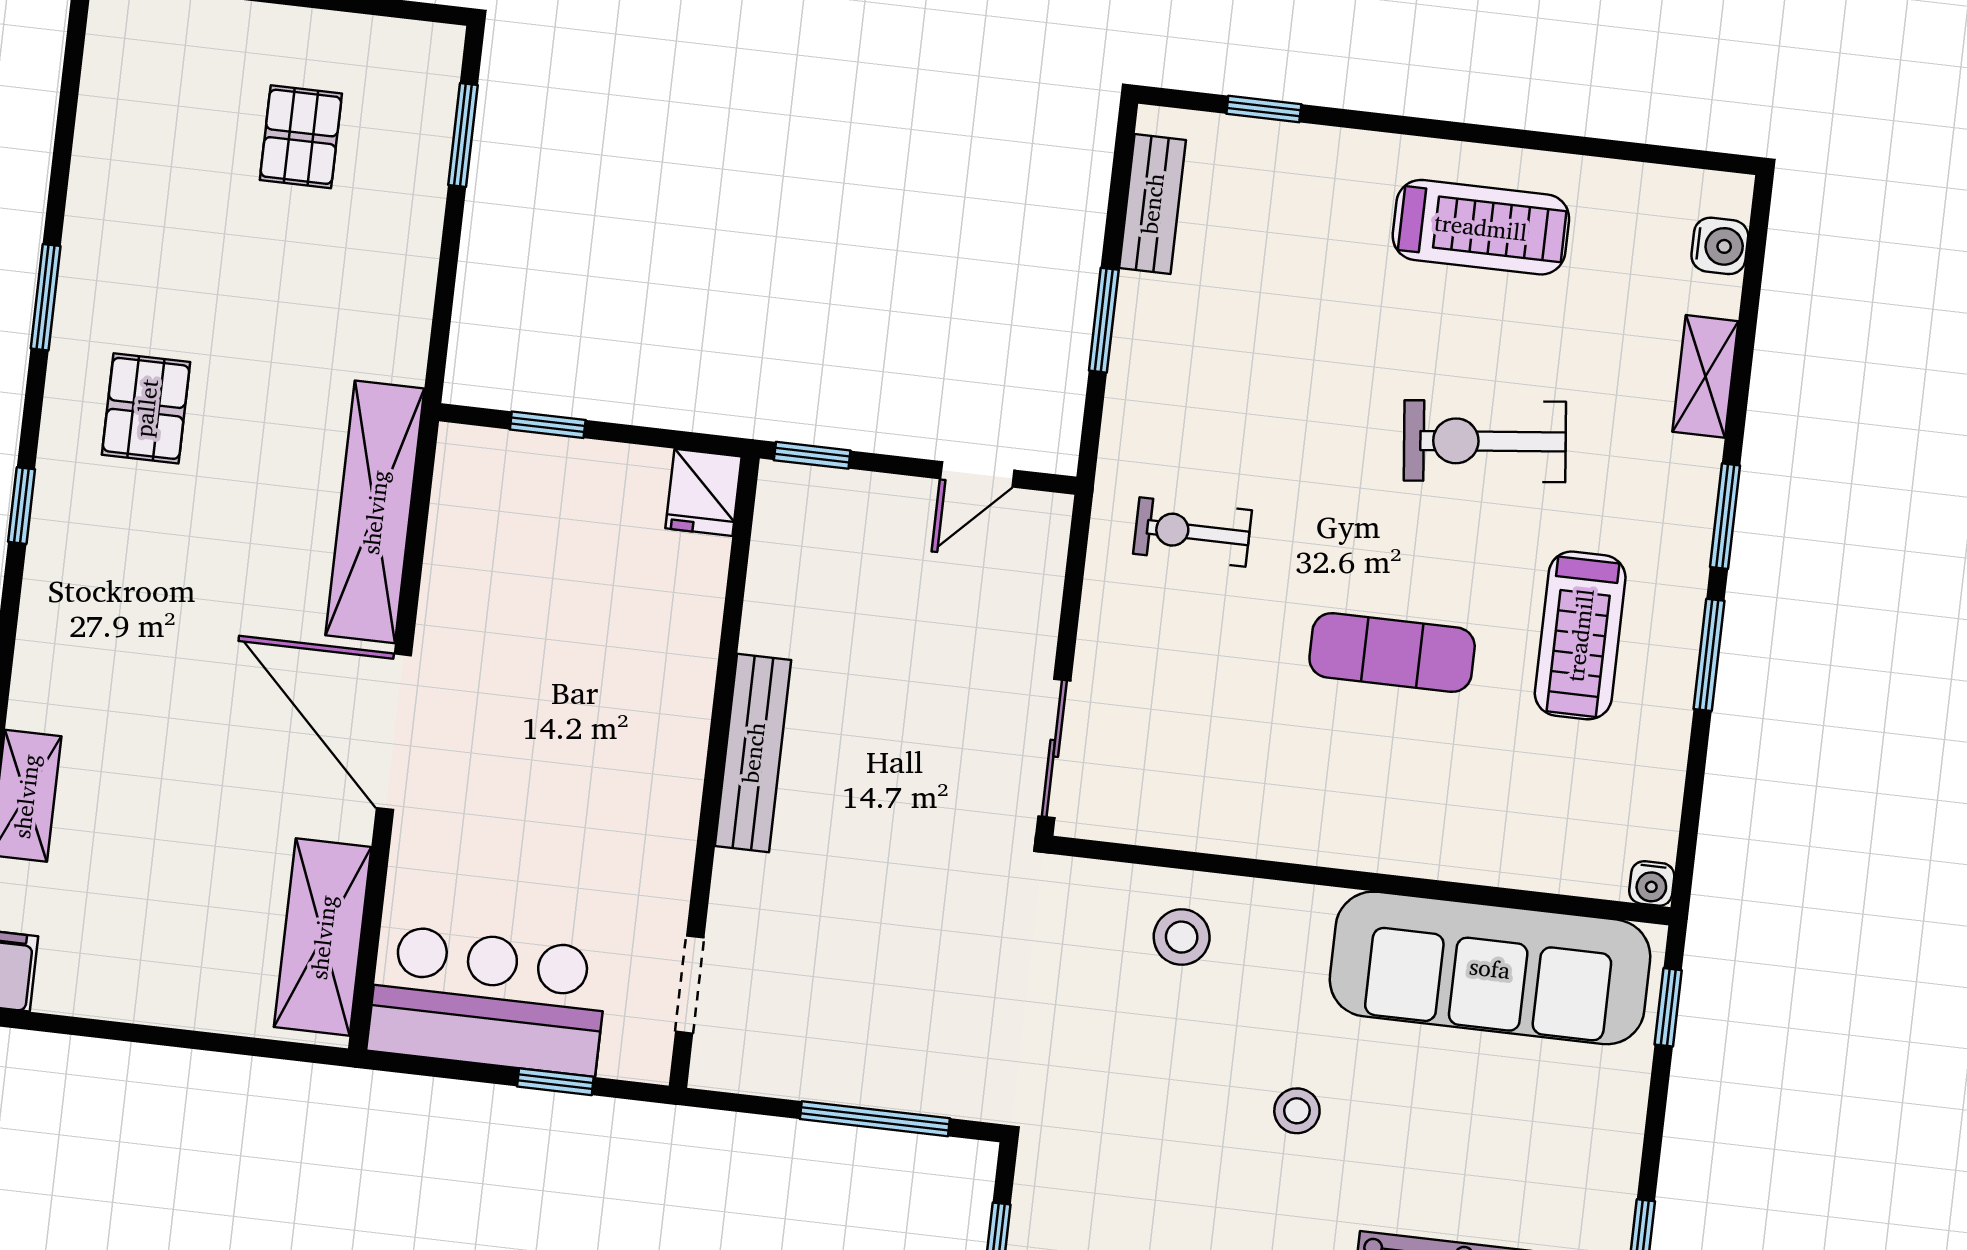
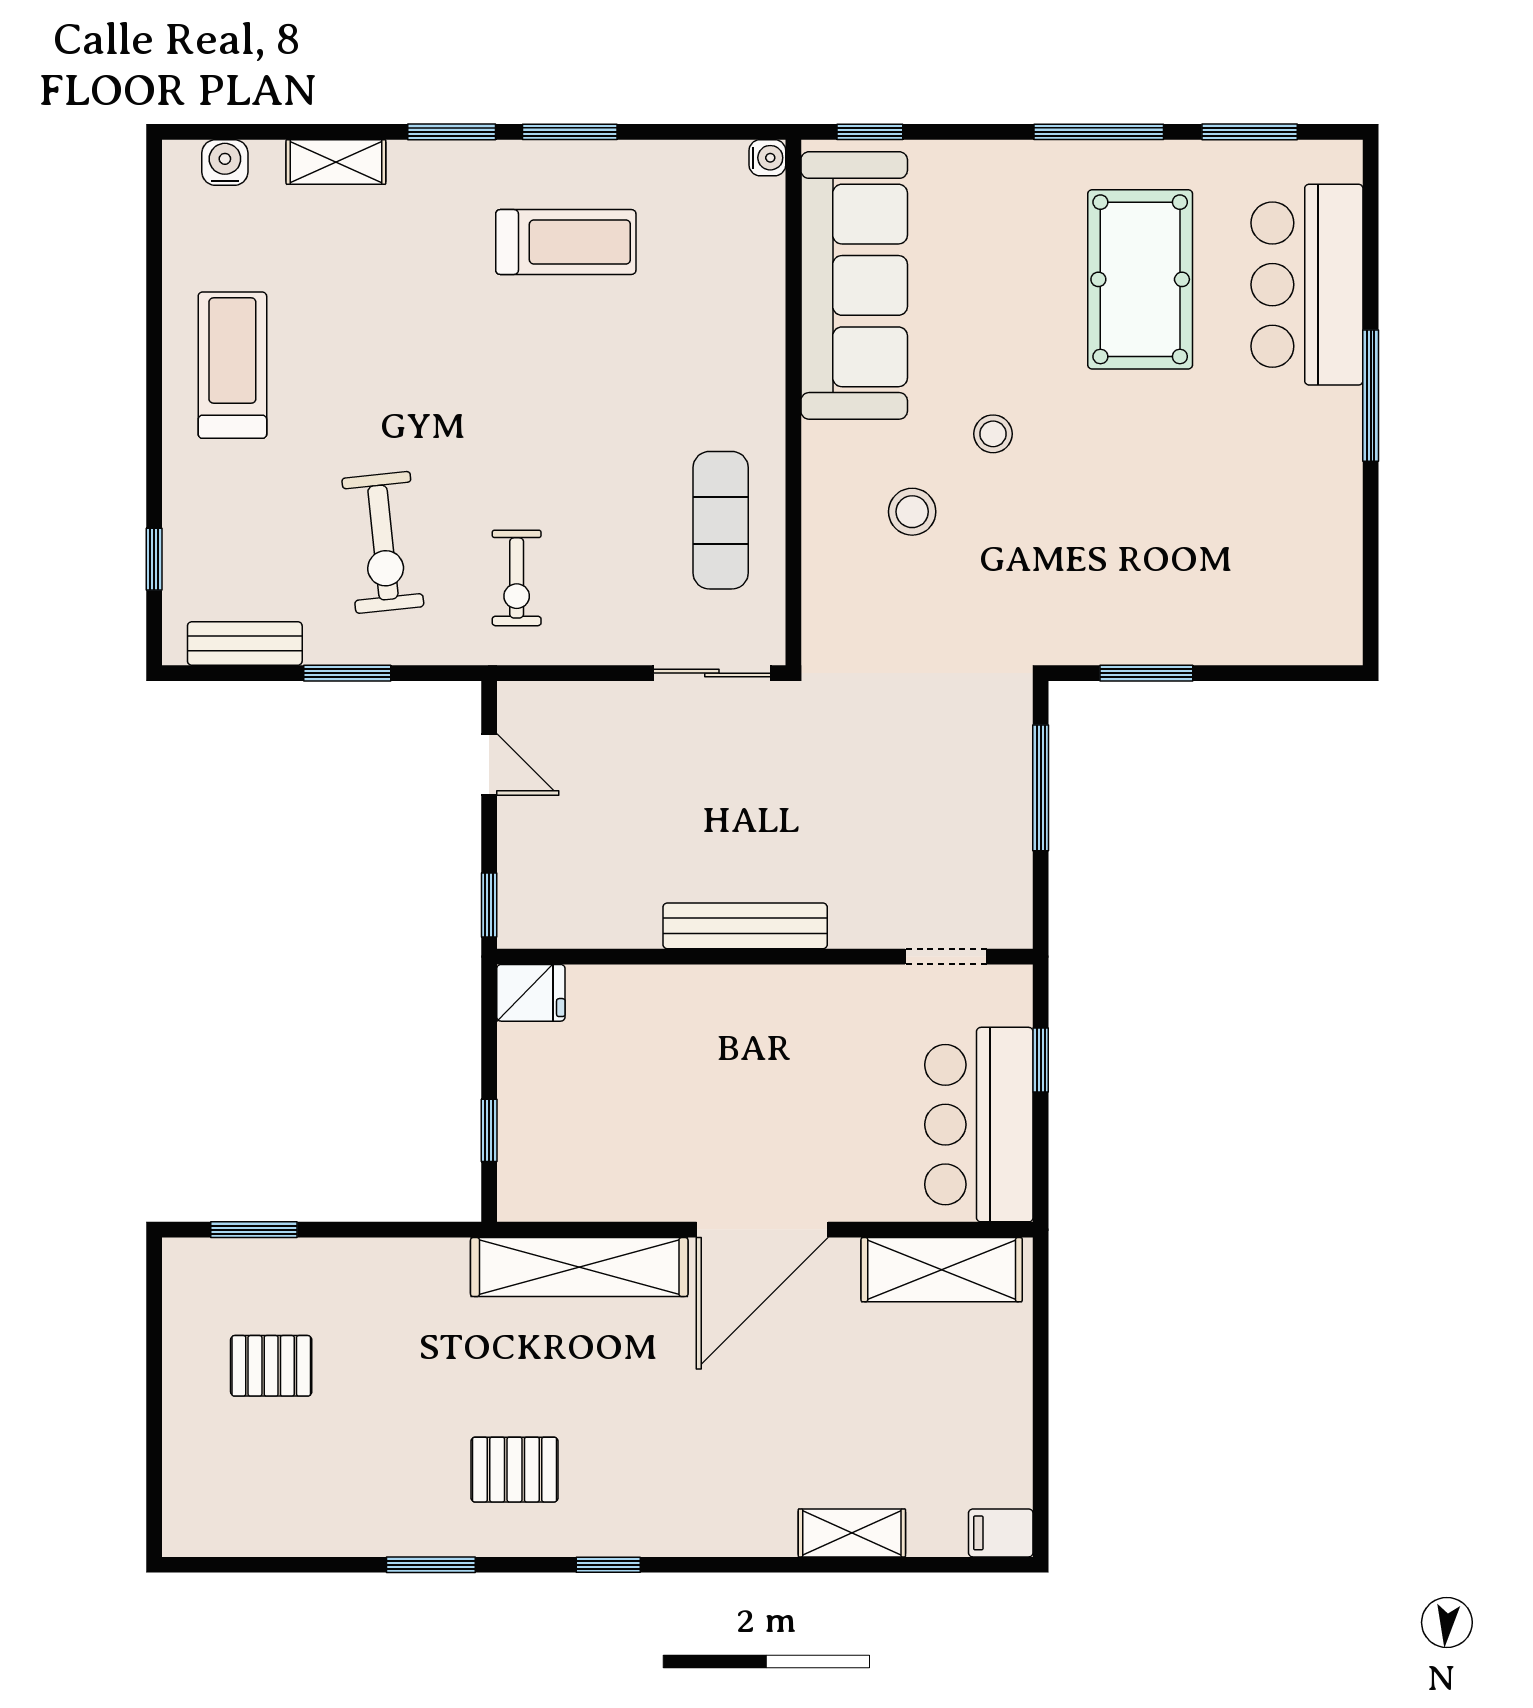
exercise bike: (1485, 441) -> (383, 543), moved
exercise mat: (1392, 652) -> (721, 520), moved
stool: (1182, 937) -> (912, 512), moved

